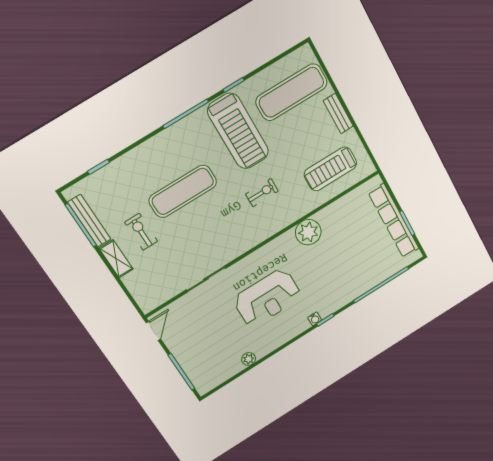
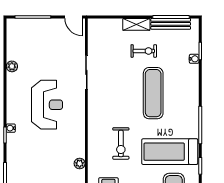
water cooler: (112, 168) -> (194, 59), added
exercise bike: (262, 193) -> (121, 143), width x1.38, depth x1.39
plant: (308, 232) -> (80, 164), width x0.53, depth x0.53
reception desk: (267, 298) -> (47, 105), turned 180

